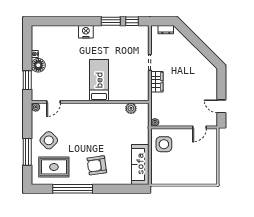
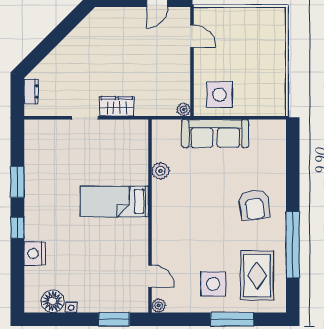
window: (132, 21) -> (17, 228), moved
nightstand: (86, 32) -> (35, 254), moved
floor lamp: (38, 65) -> (53, 301), moved
plant: (131, 108) -> (161, 171), moved
side table: (49, 140) -> (213, 284), turned 45
sofa: (140, 164) -> (215, 134), moved

